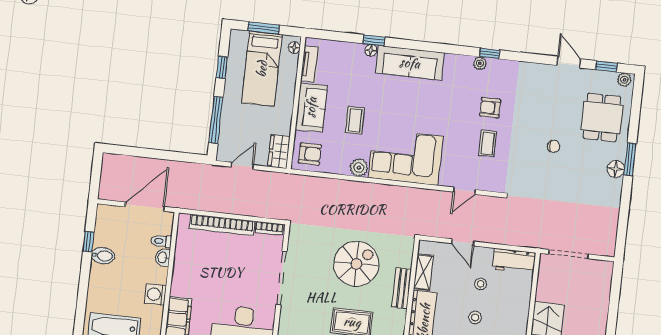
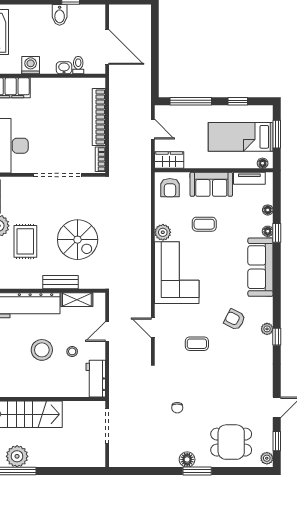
floor lamp: (347, 48) -> (268, 210), added
armchair: (490, 108) -> (235, 319), moved, turned -63
chair: (554, 146) -> (177, 408), moved
stool: (475, 318) -> (42, 350), width x1.89, depth x1.89

